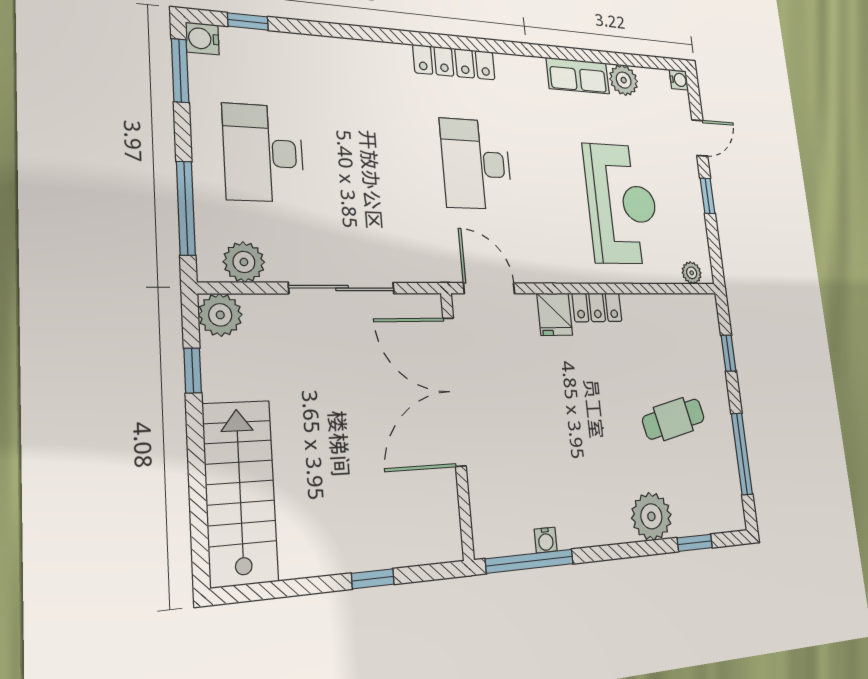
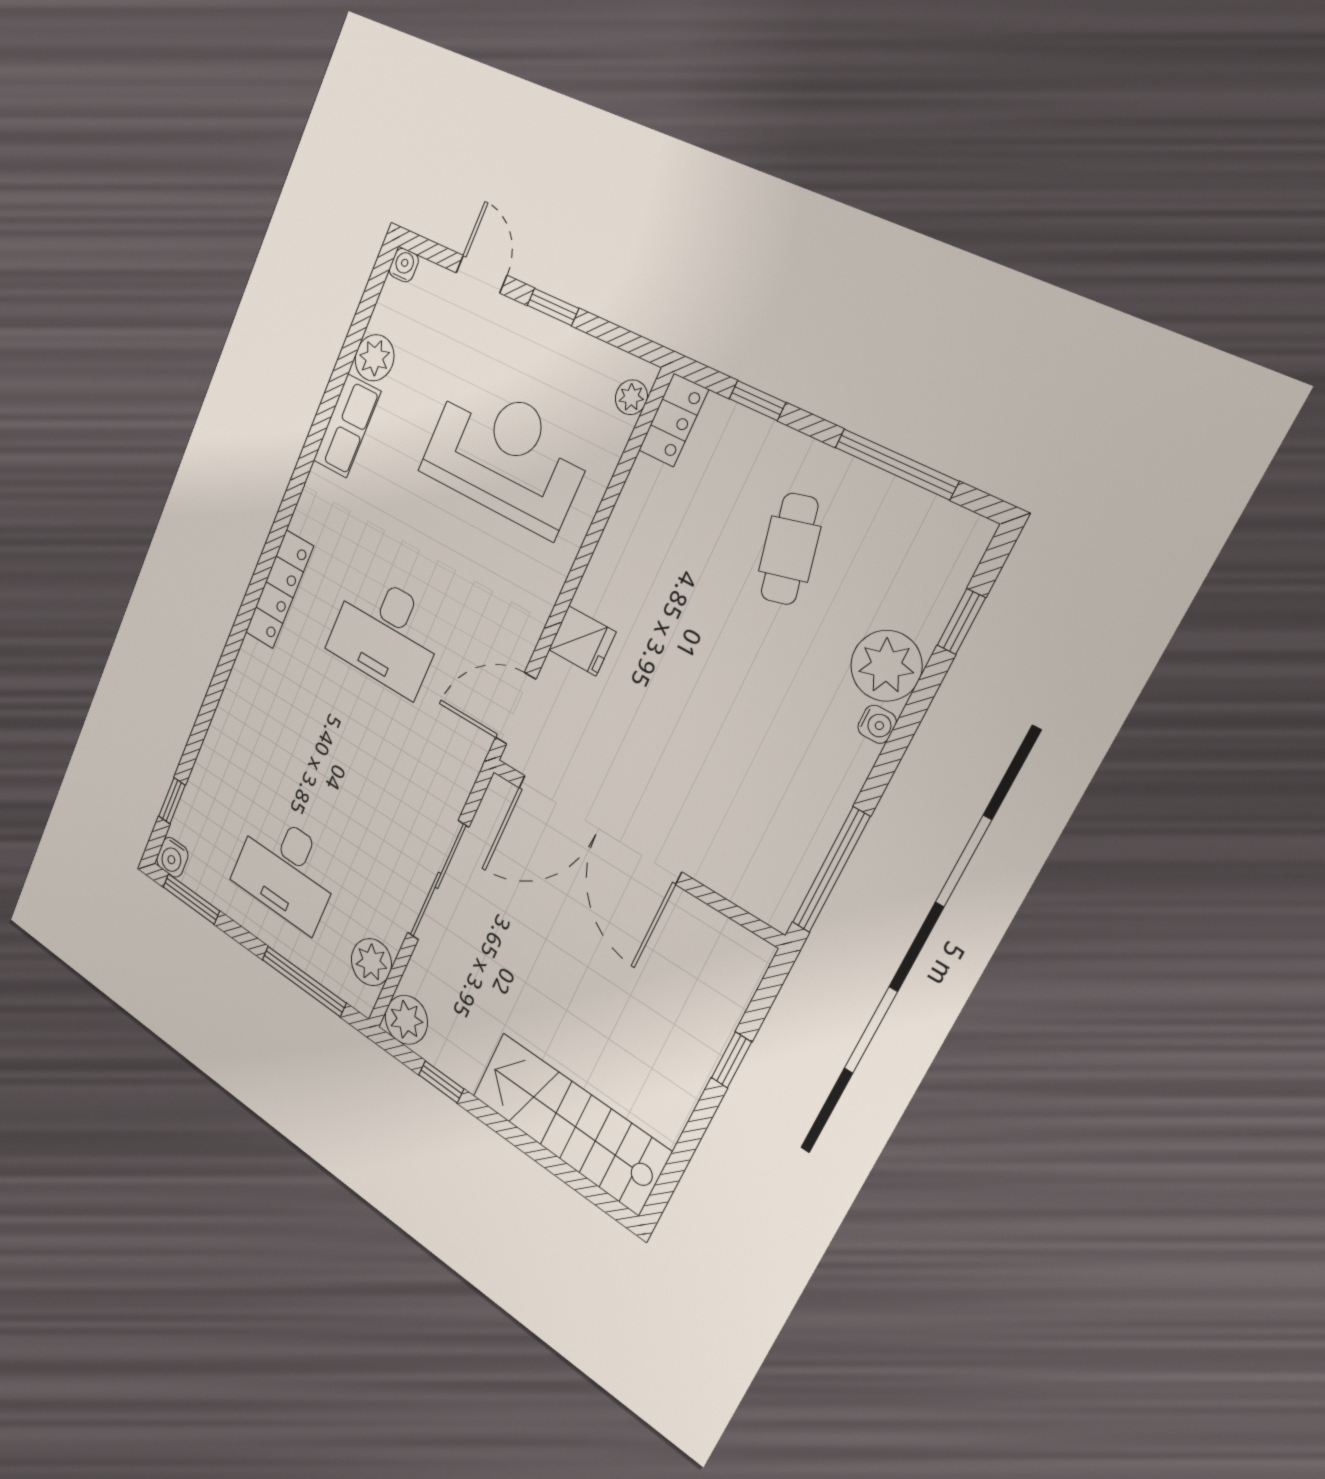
locker: (597, 307) -> (674, 420), moved
water cooler: (546, 540) -> (877, 724), moved

